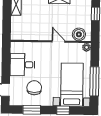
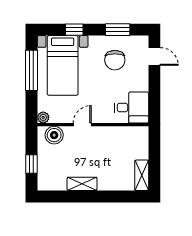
door: (58, 42) -> (82, 125), swing flipped
desk: (22, 65) -> (132, 108), moved

